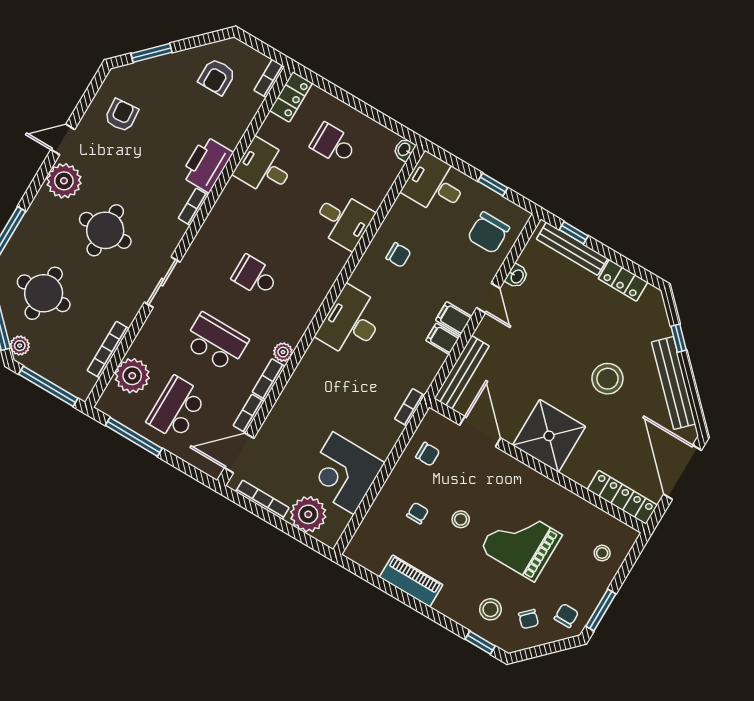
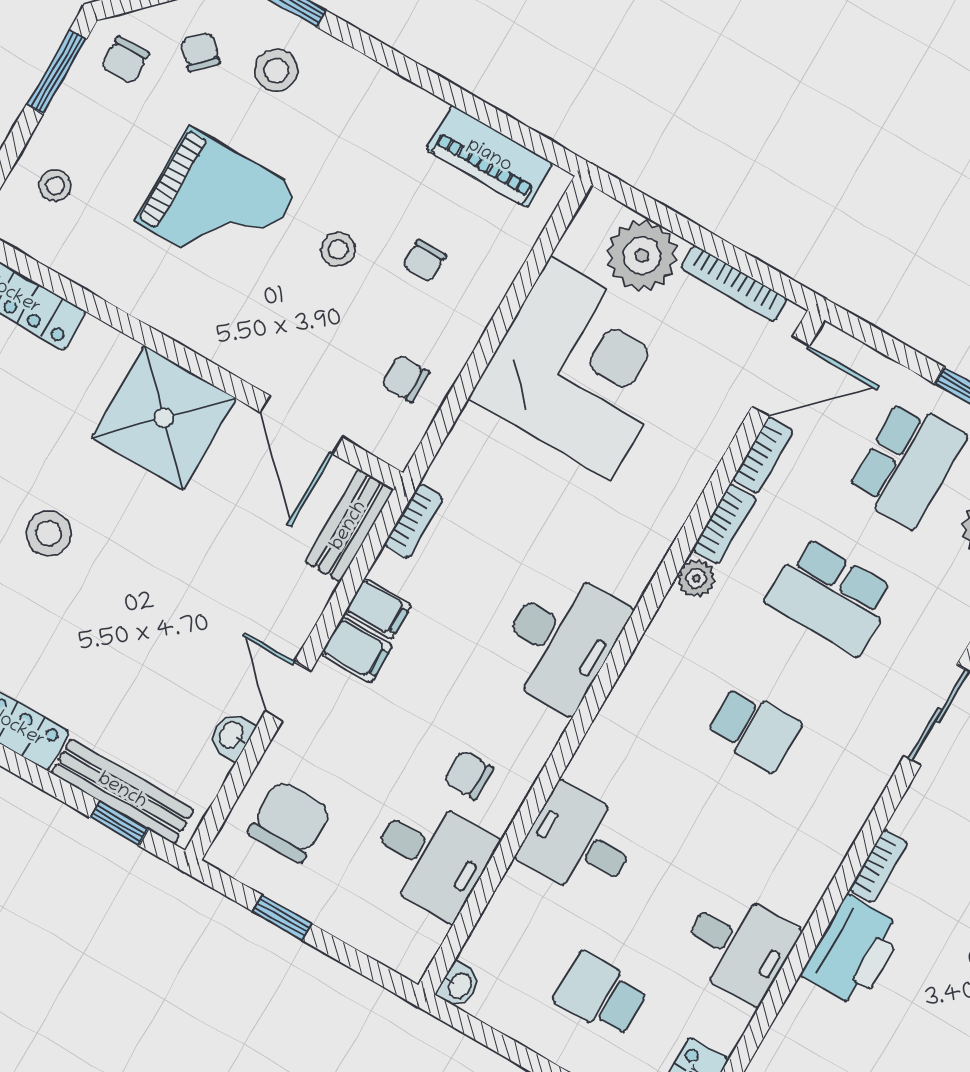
school desk: (333, 144) -> (601, 994), turned 180
desk: (435, 185) -> (431, 856), moved
bench: (462, 372) -> (349, 526), width x0.73
stool: (607, 379) -> (49, 533), width x0.73, depth x0.73
bookcase: (410, 407) -> (414, 521), moved
corner desk: (344, 473) -> (581, 368), width x1.36, depth x1.36
piano: (411, 581) -> (489, 156), moved

